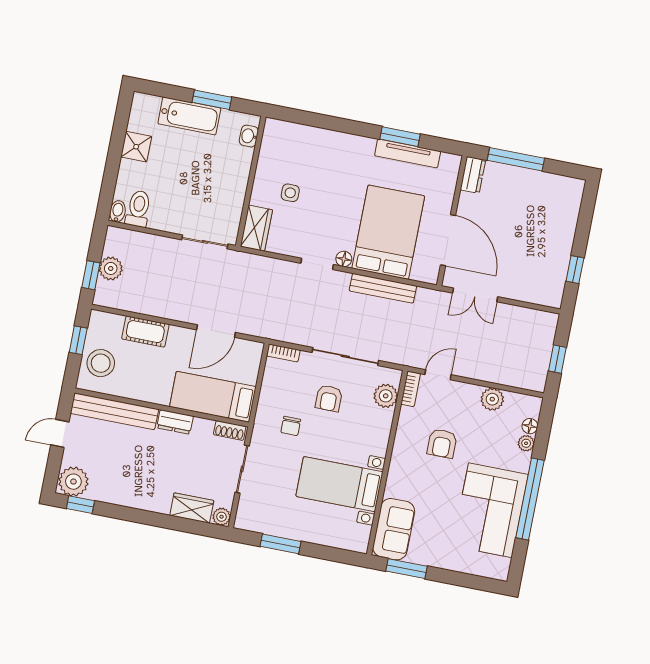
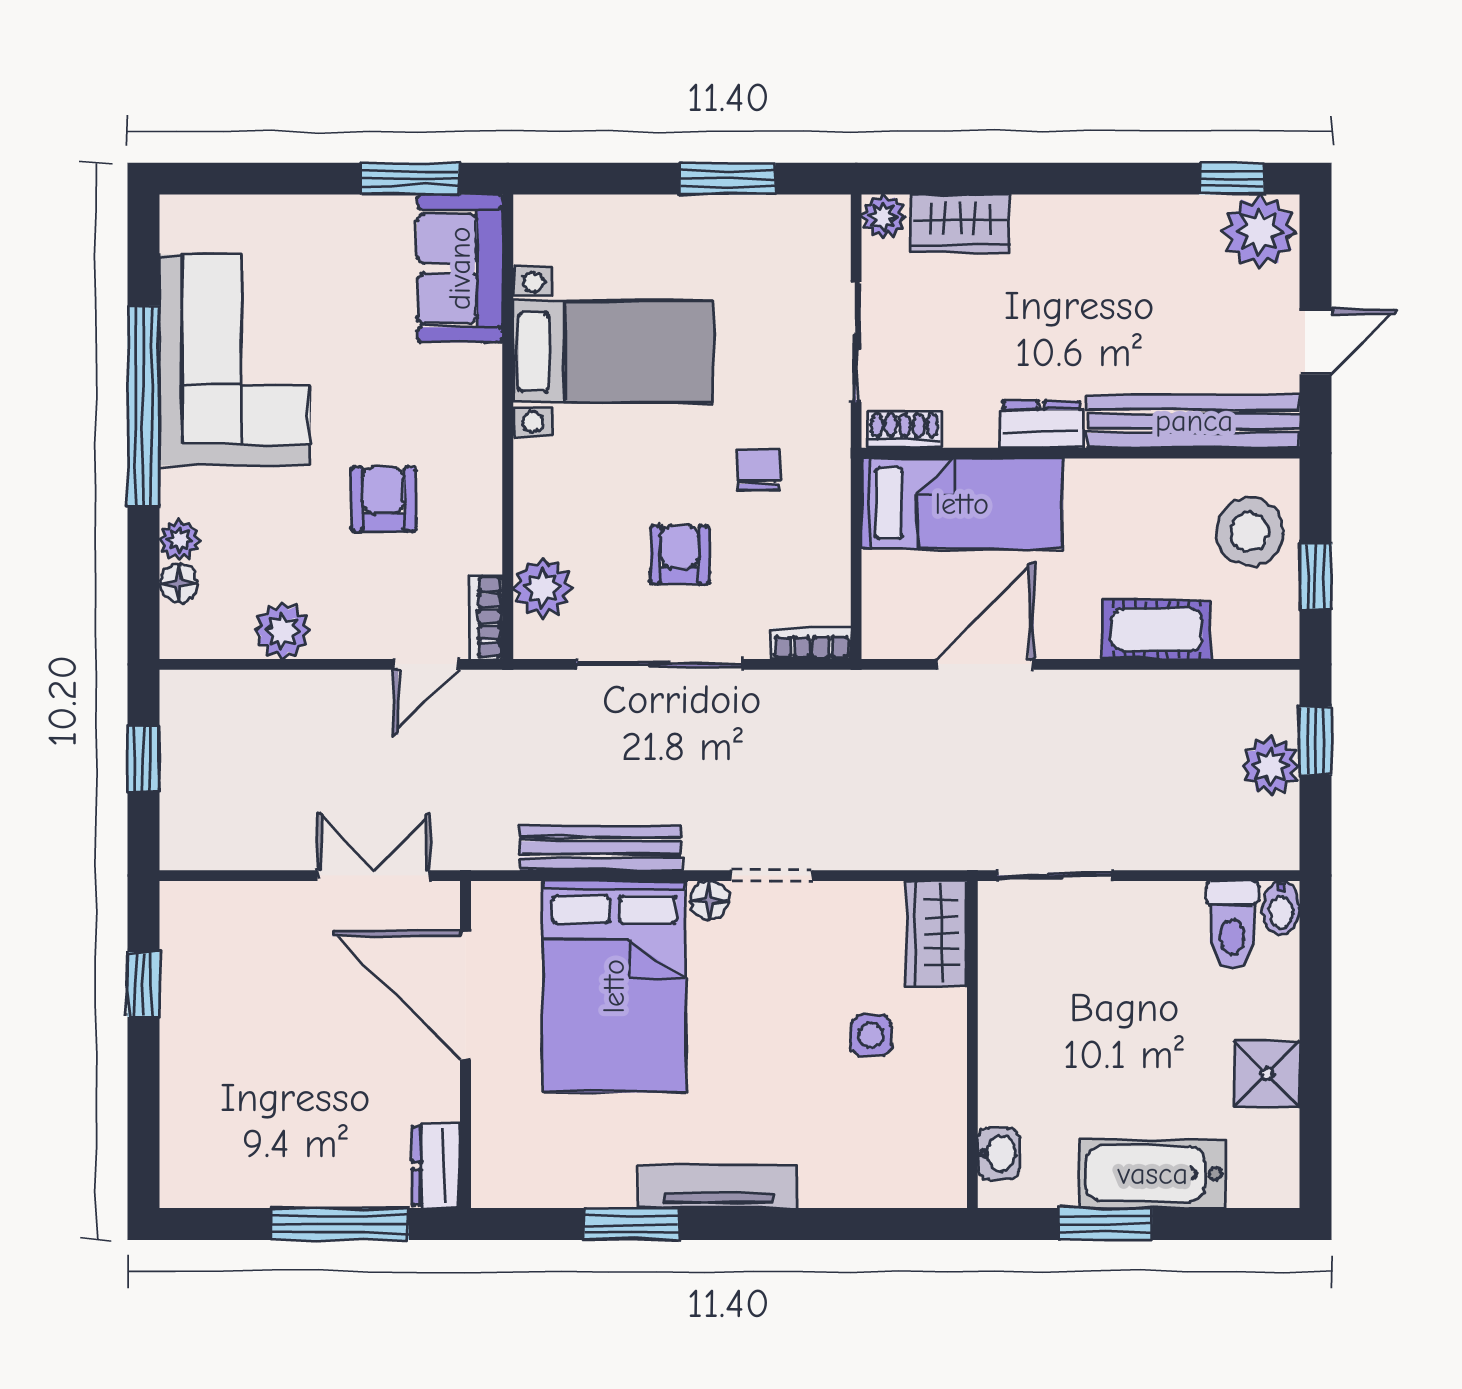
tv unit: (408, 153) -> (719, 1187), moved

